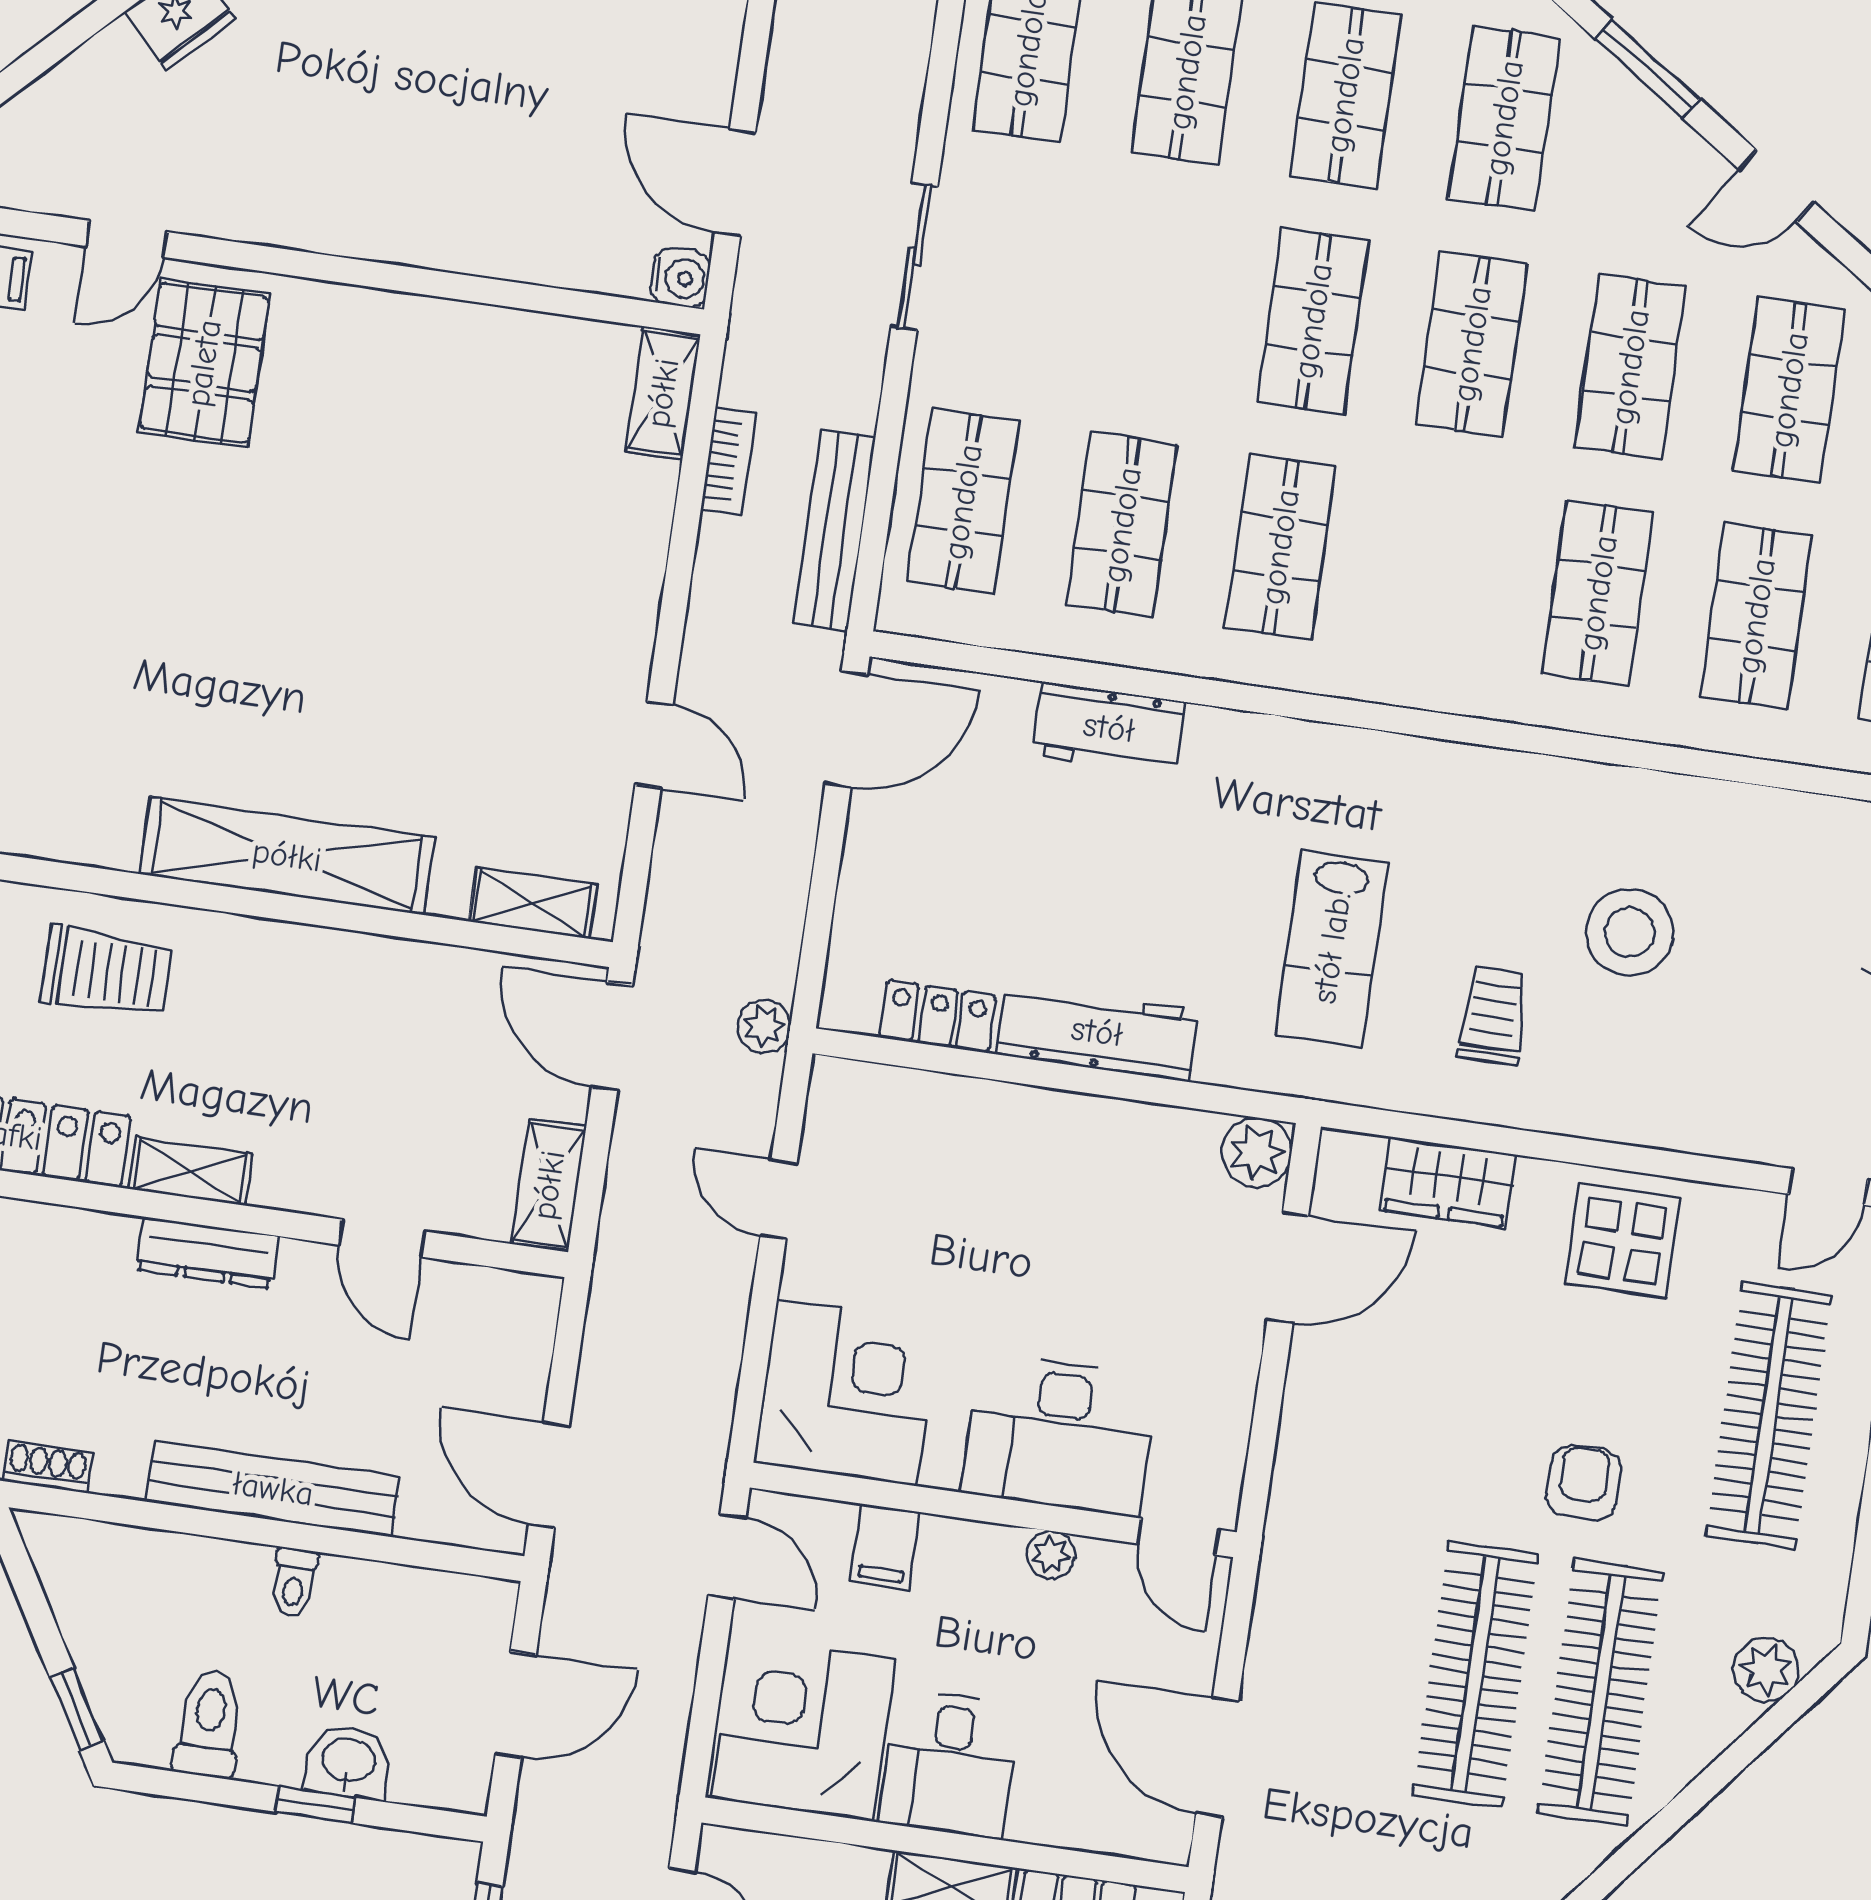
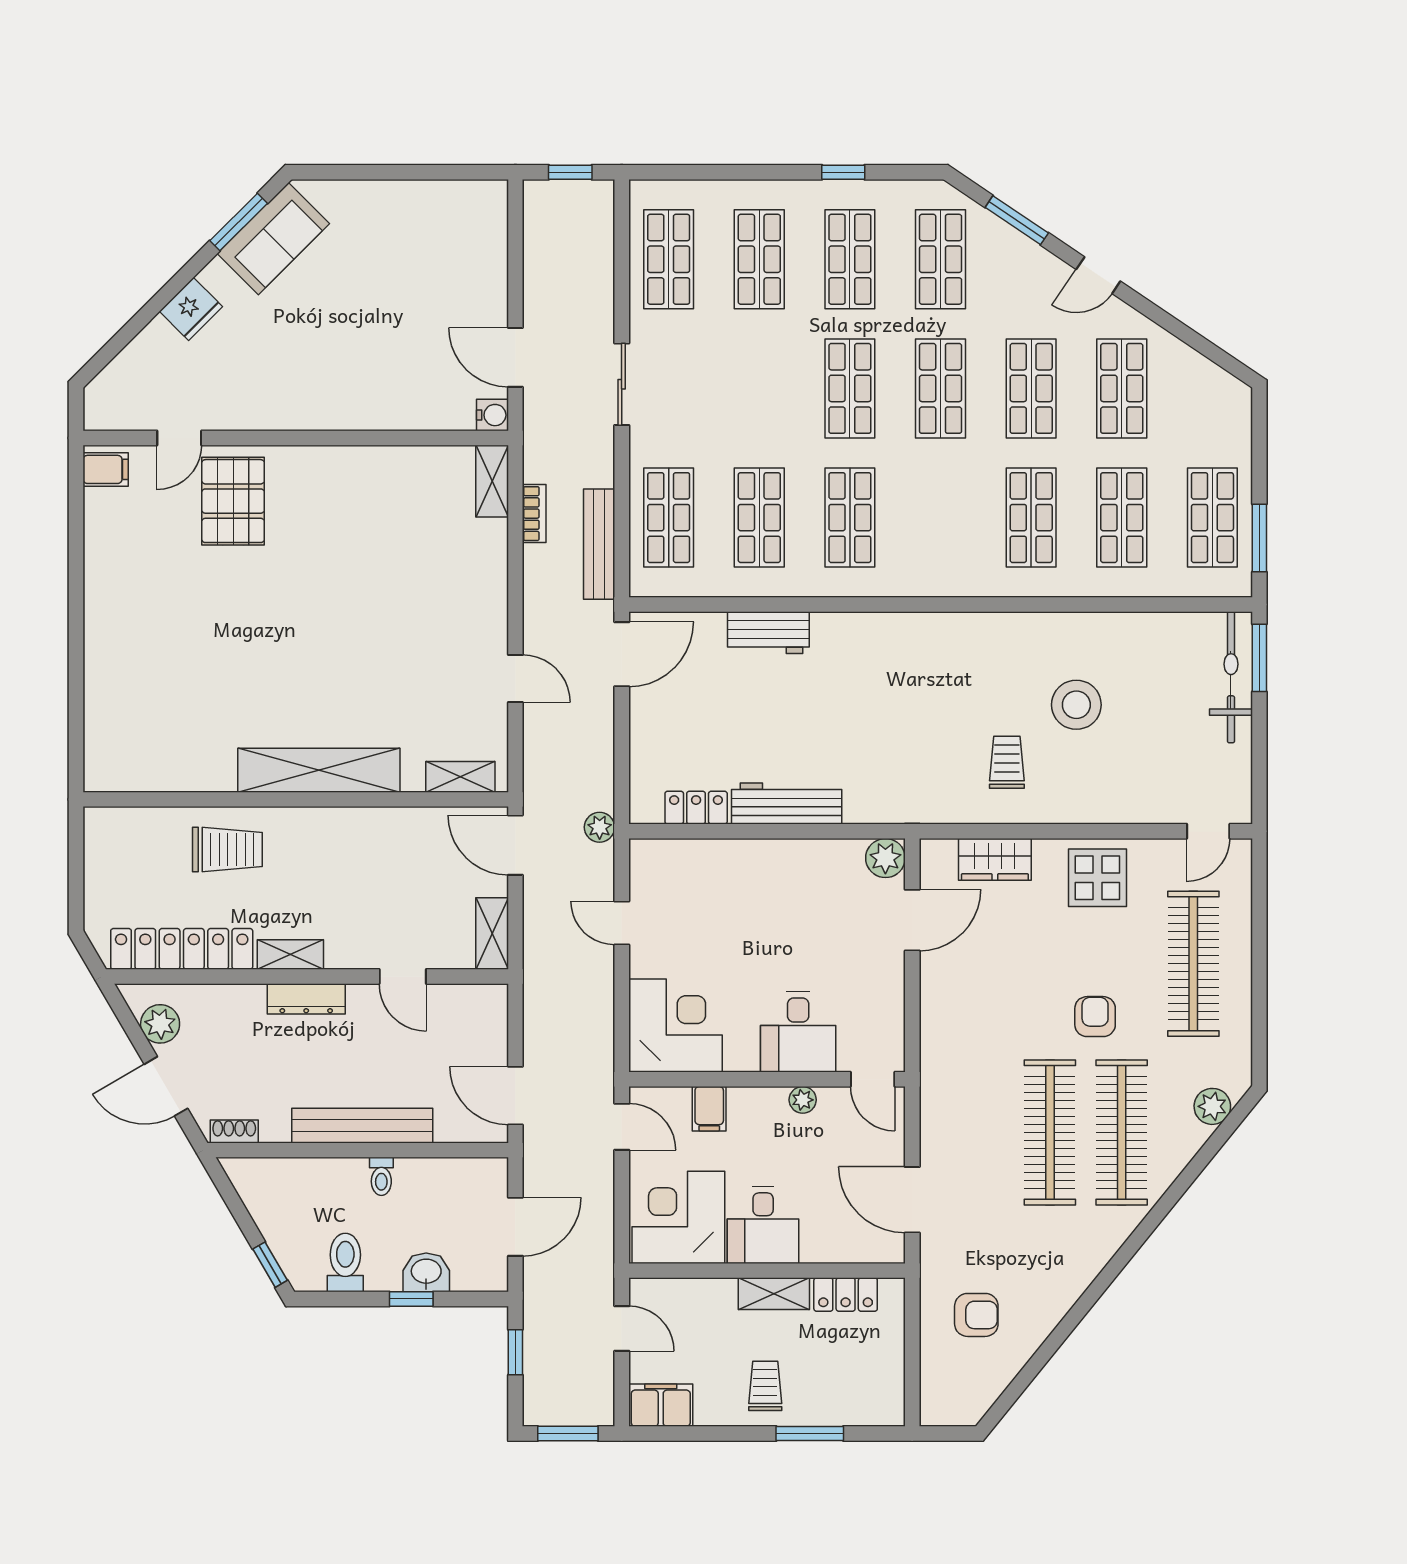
lab bench: (1332, 948) -> (911, 738), removed
desk: (1060, 1435) -> (798, 1032), width x0.73

